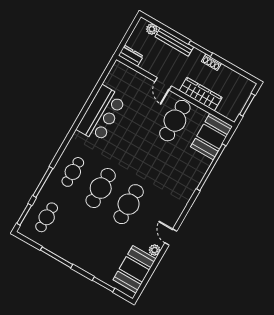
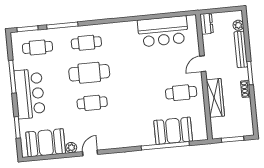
bar counter: (101, 114) -> (163, 31), moved
cafe table: (175, 121) -> (181, 93), width x0.73, depth x0.74
booth: (212, 137) -> (173, 131), moved
cafe table: (129, 204) -> (92, 103), width x0.73, depth x0.74
bar counter: (82, 253) -> (30, 94), added

